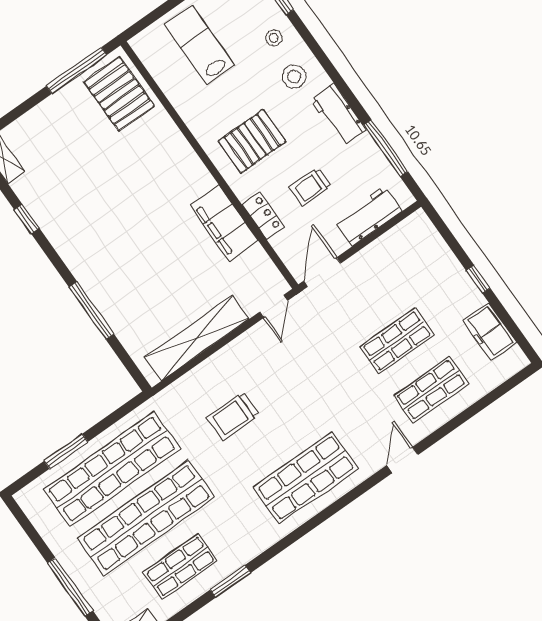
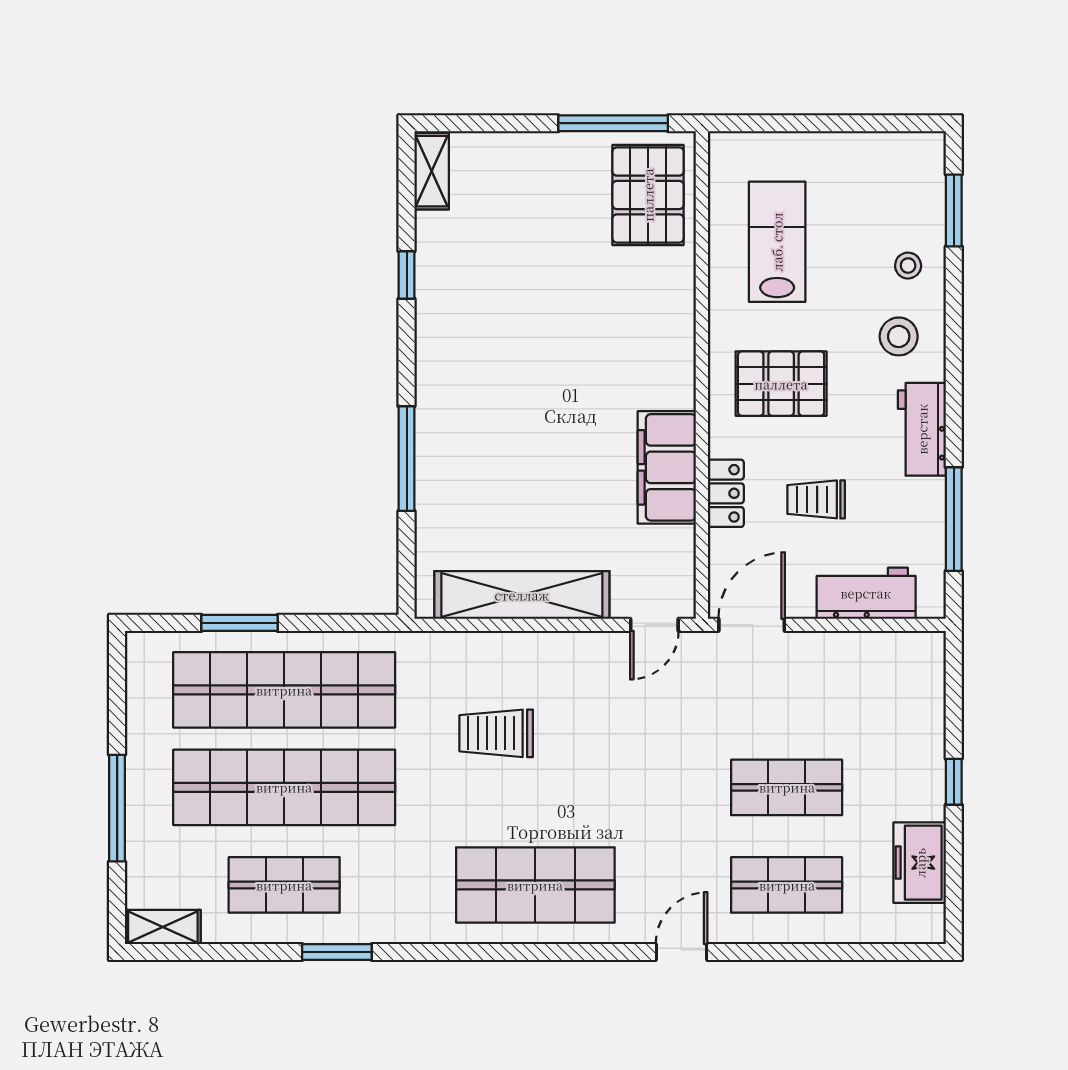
lab bench: (199, 45) -> (777, 242), moved

